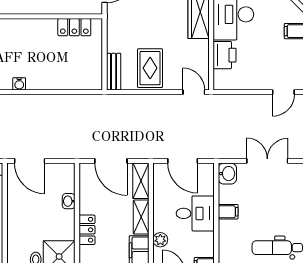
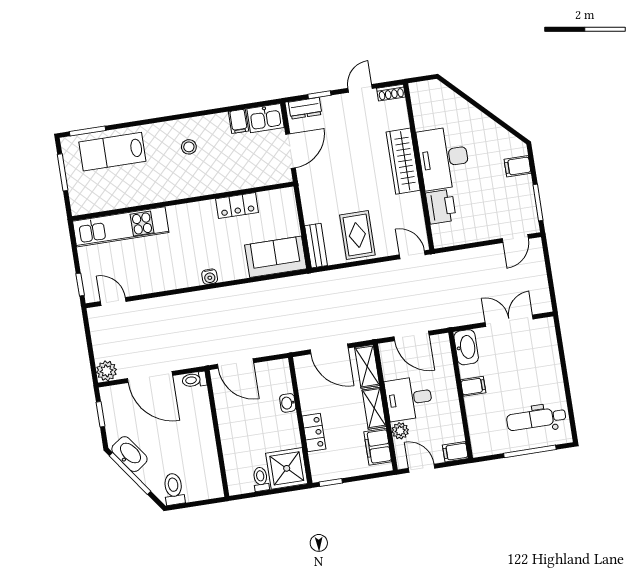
locker: (74, 27) -> (237, 206), moved
sofa: (78, 76) -> (276, 257), added
washbasin: (227, 174) -> (466, 347), width x1.38
desk: (195, 213) -> (409, 398), moved, turned 180

